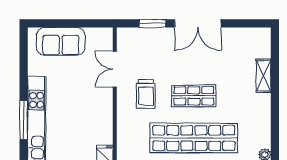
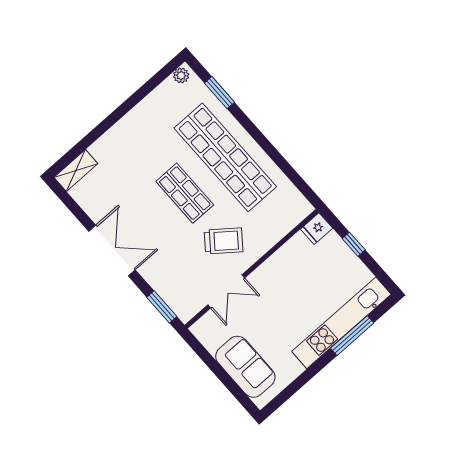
window: (152, 23) -> (162, 307), moved
shelving: (264, 76) -> (76, 170), moved
trolley: (146, 94) -> (224, 241), turned 38

